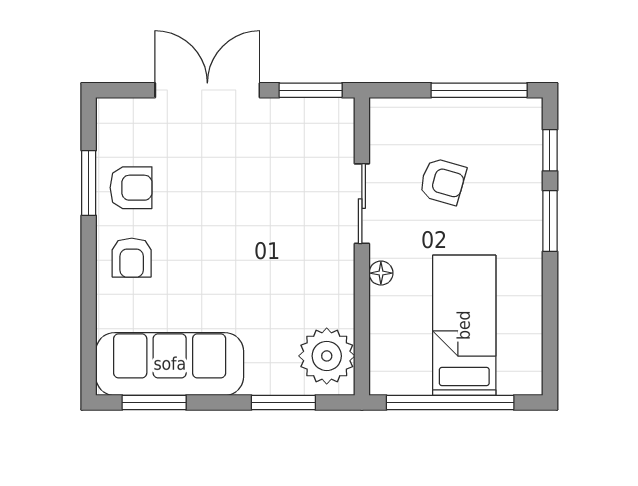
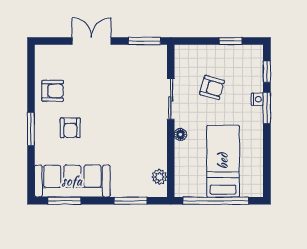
double door: (207, 90) -> (92, 41), width x0.73
window: (479, 90) -> (231, 41), width x0.46
window: (89, 183) -> (31, 129), moved
nightstand: (531, 204) -> (257, 99), added
armchair: (132, 258) -> (70, 128), moved
plant: (327, 356) -> (159, 177), width x0.53, depth x0.53

